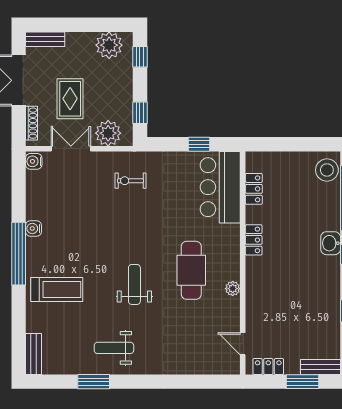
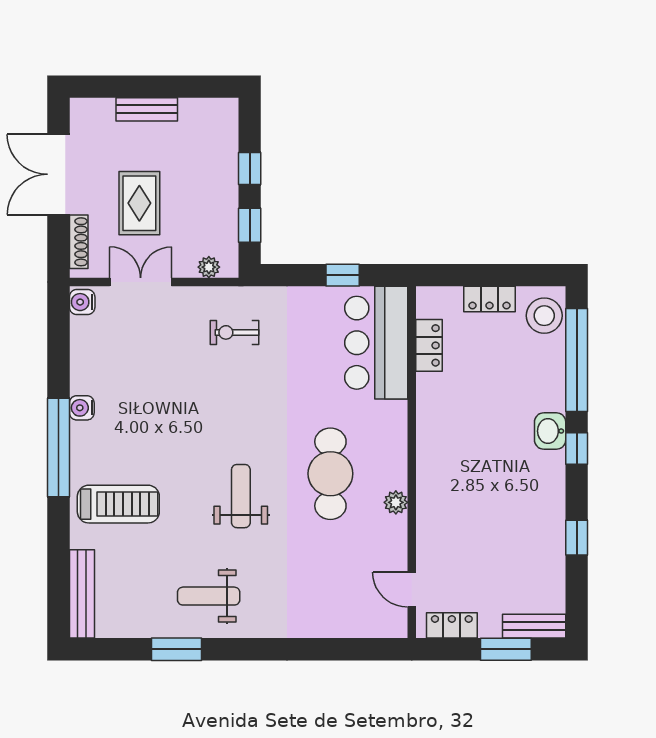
bench: (45, 39) -> (147, 109), moved
plant: (109, 45) -> (201, 119), removed
window: (140, 57) -> (250, 169), moved
plant: (108, 133) -> (209, 267), width x0.53, depth x0.53
locker: (254, 240) -> (489, 299), moved, turned 90
bench: (34, 354) -> (82, 594), width x1.36

